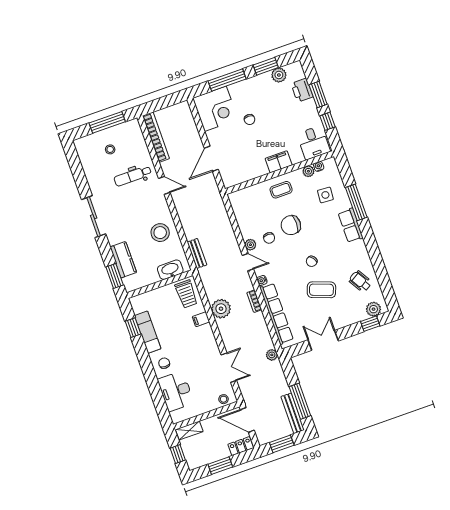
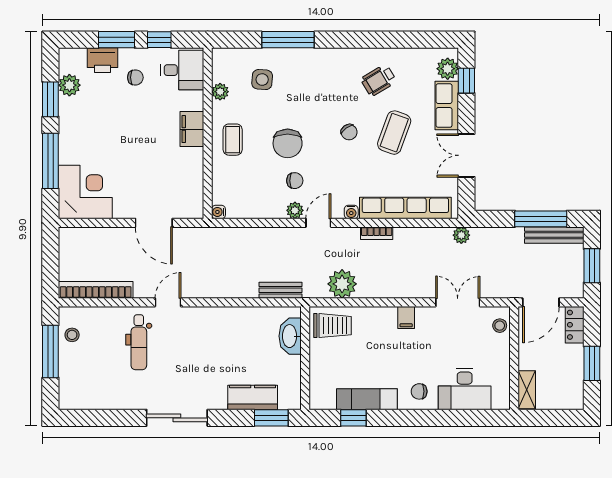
chair: (250, 119) -> (135, 77), moved
stool: (110, 149) -> (72, 335), moved
water cooler: (319, 166) -> (218, 212), moved
row of seats: (351, 225) -> (447, 106), moved, turned 90
stool: (160, 233) -> (233, 332), removed
wheelchair: (360, 281) -> (379, 80), moved
plant: (221, 309) -> (342, 284), moved
filing cabinet: (201, 319) -> (406, 317), moved
window: (178, 454) -> (554, 418), removed

